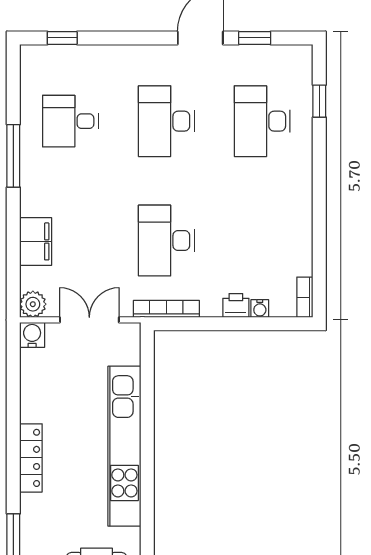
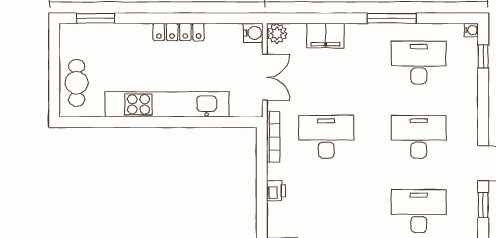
desk: (70, 121) -> (419, 63), width x1.37
water cooler: (260, 309) -> (471, 30), moved, turned 180
locker: (31, 458) -> (179, 32), moved

